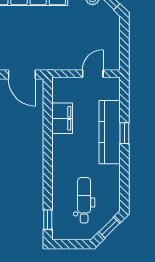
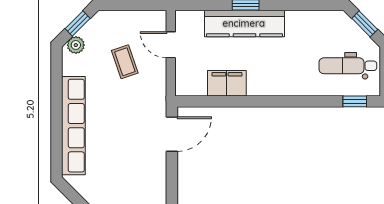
coffee table: (79, 37) -> (125, 62), added
dental chair: (84, 200) -> (348, 66), moved

